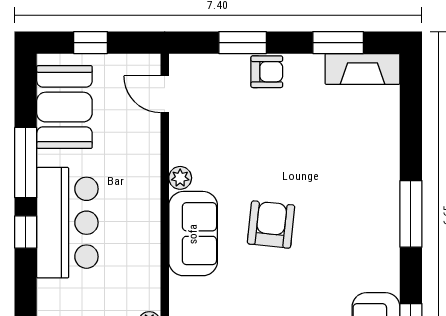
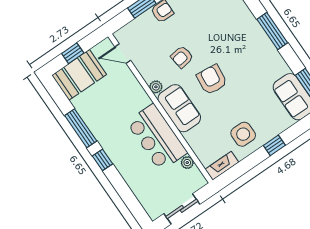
booth: (64, 107) -> (79, 75), moved, turned 90
armchair: (250, 160) -> (182, 57), added
bar counter: (67, 223) -> (157, 137), moved, turned 180

